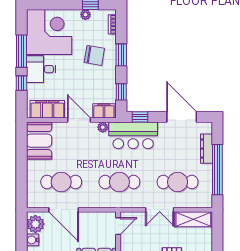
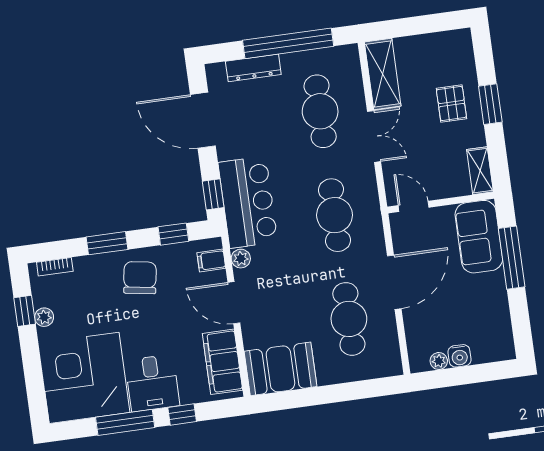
chair: (94, 55) -> (140, 278), moved
filing cabinet: (104, 111) -> (211, 260), width x0.50
door: (182, 117) -> (203, 120), hinge flipped
door: (79, 120) -> (234, 303), hinge flipped
door: (64, 210) -> (394, 282), moved
plant: (35, 224) -> (439, 361), width x0.53, depth x0.53

